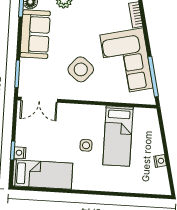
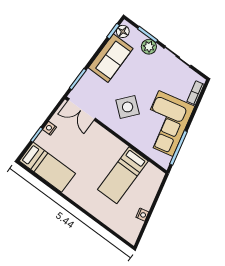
side table: (86, 145) -> (94, 167), removed
nightstand: (20, 153) -> (50, 128), moved

